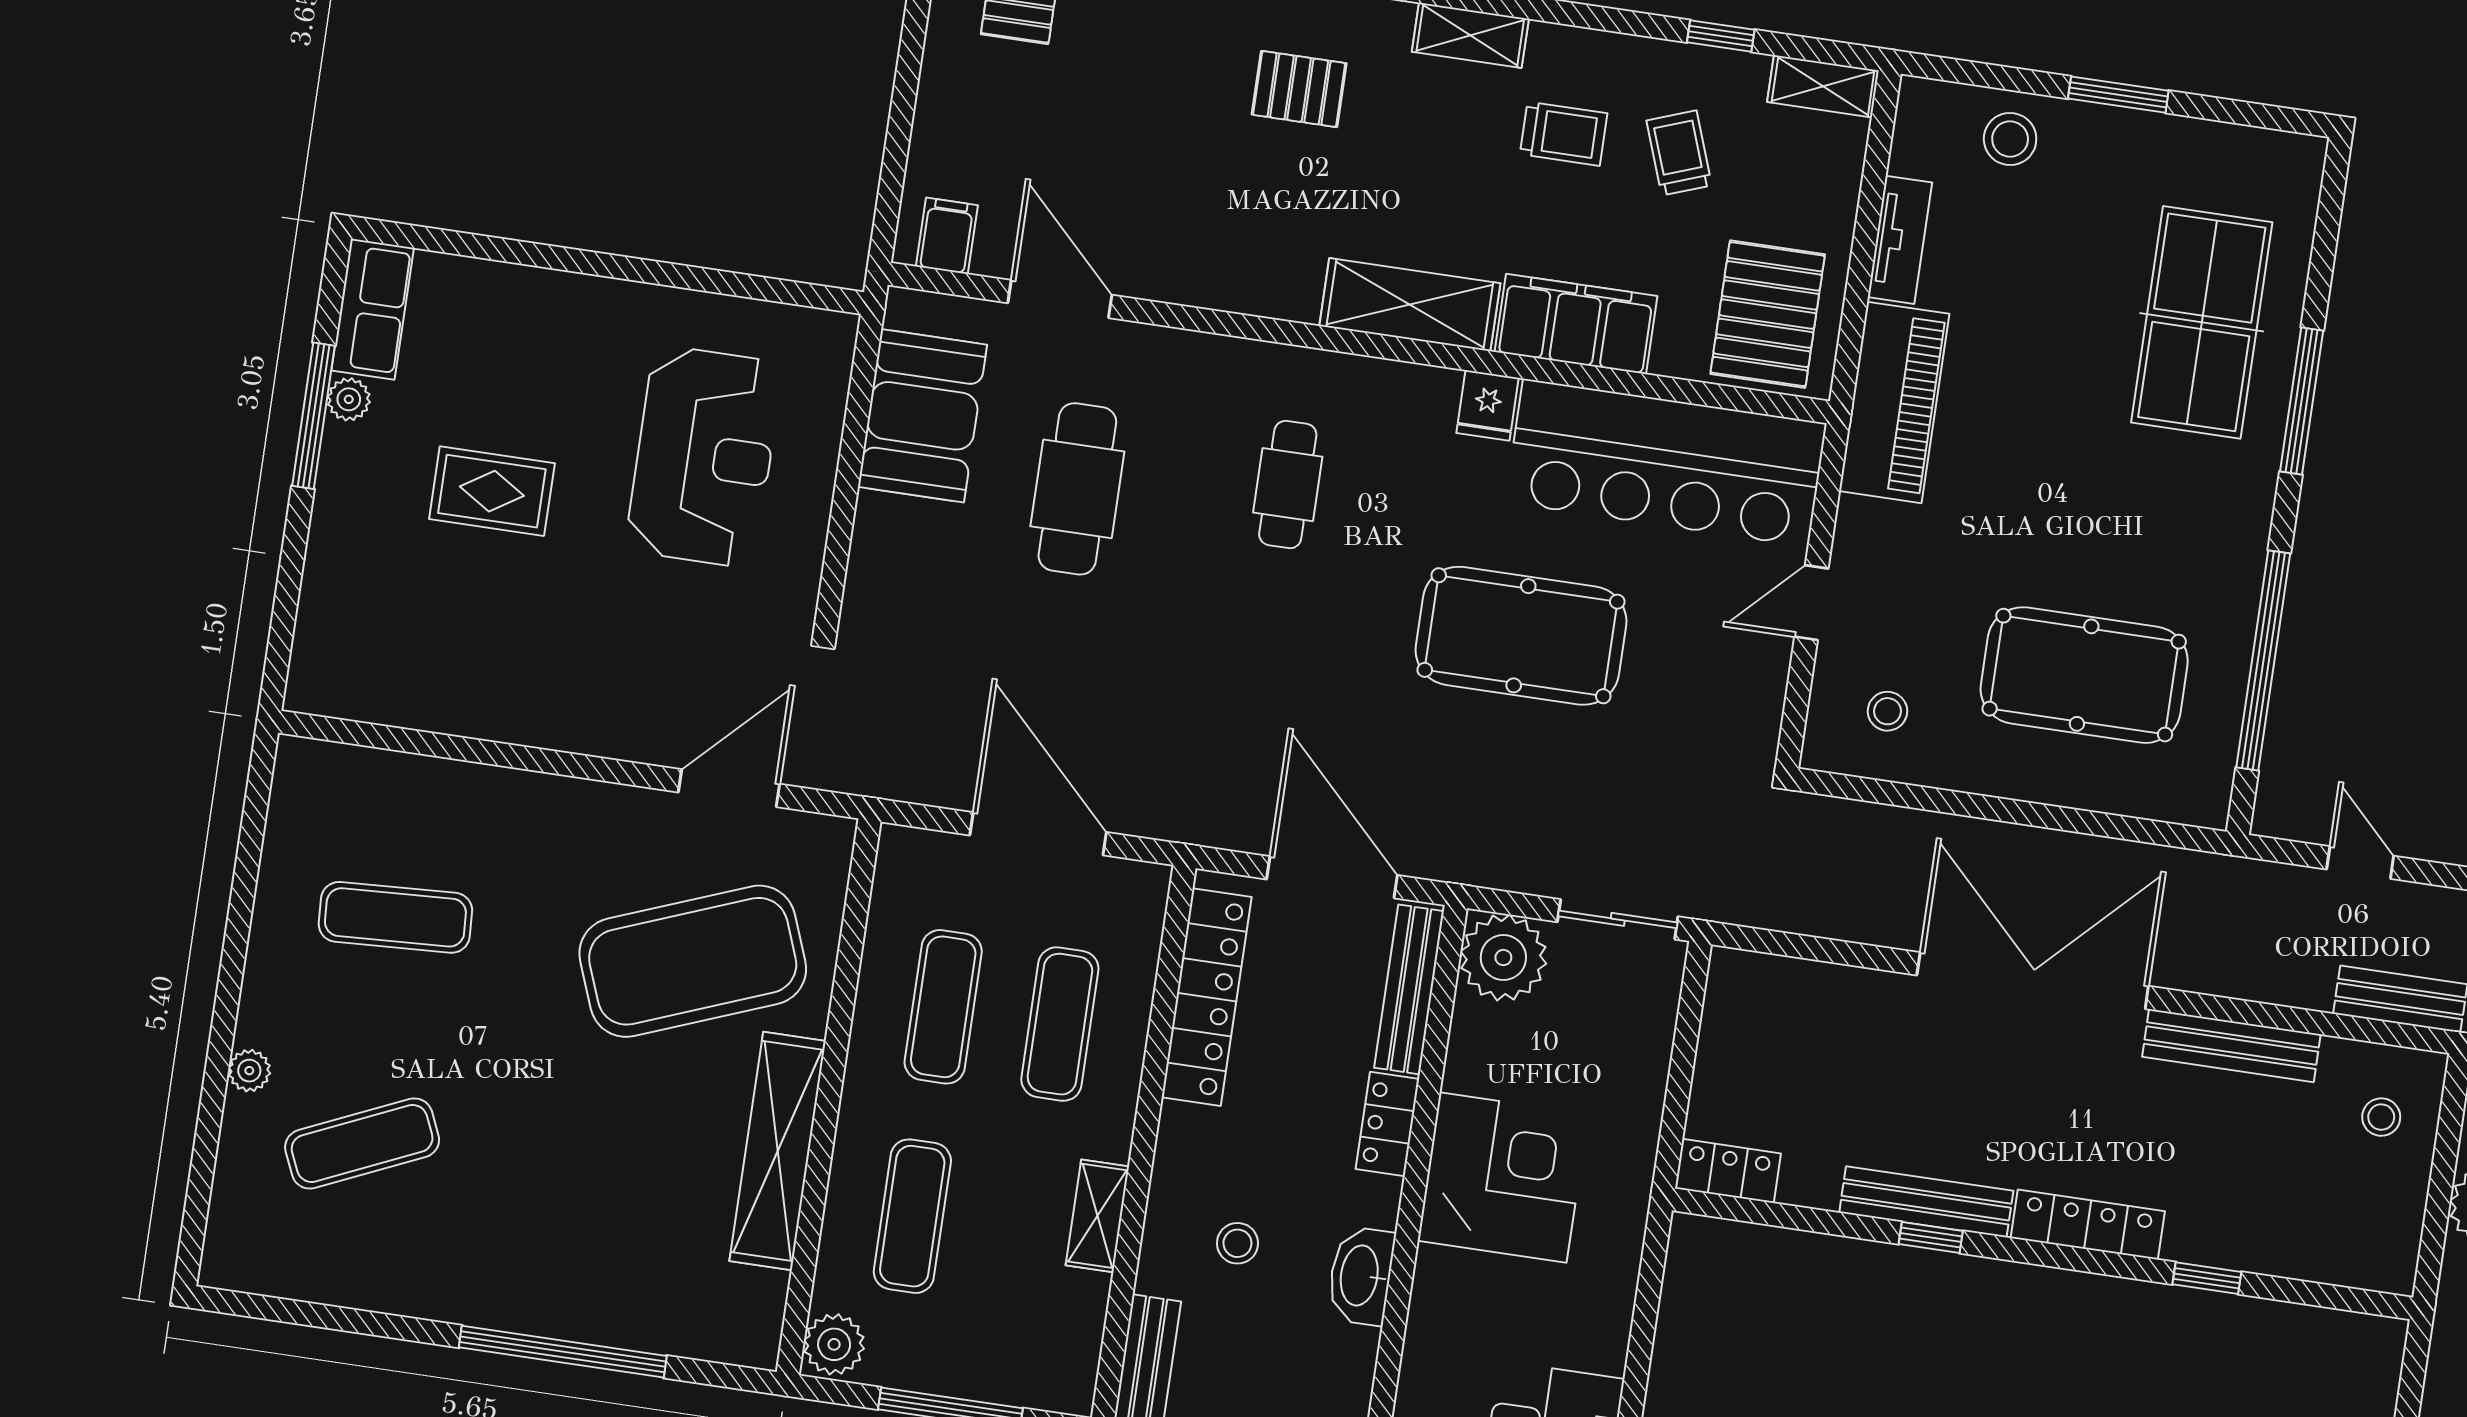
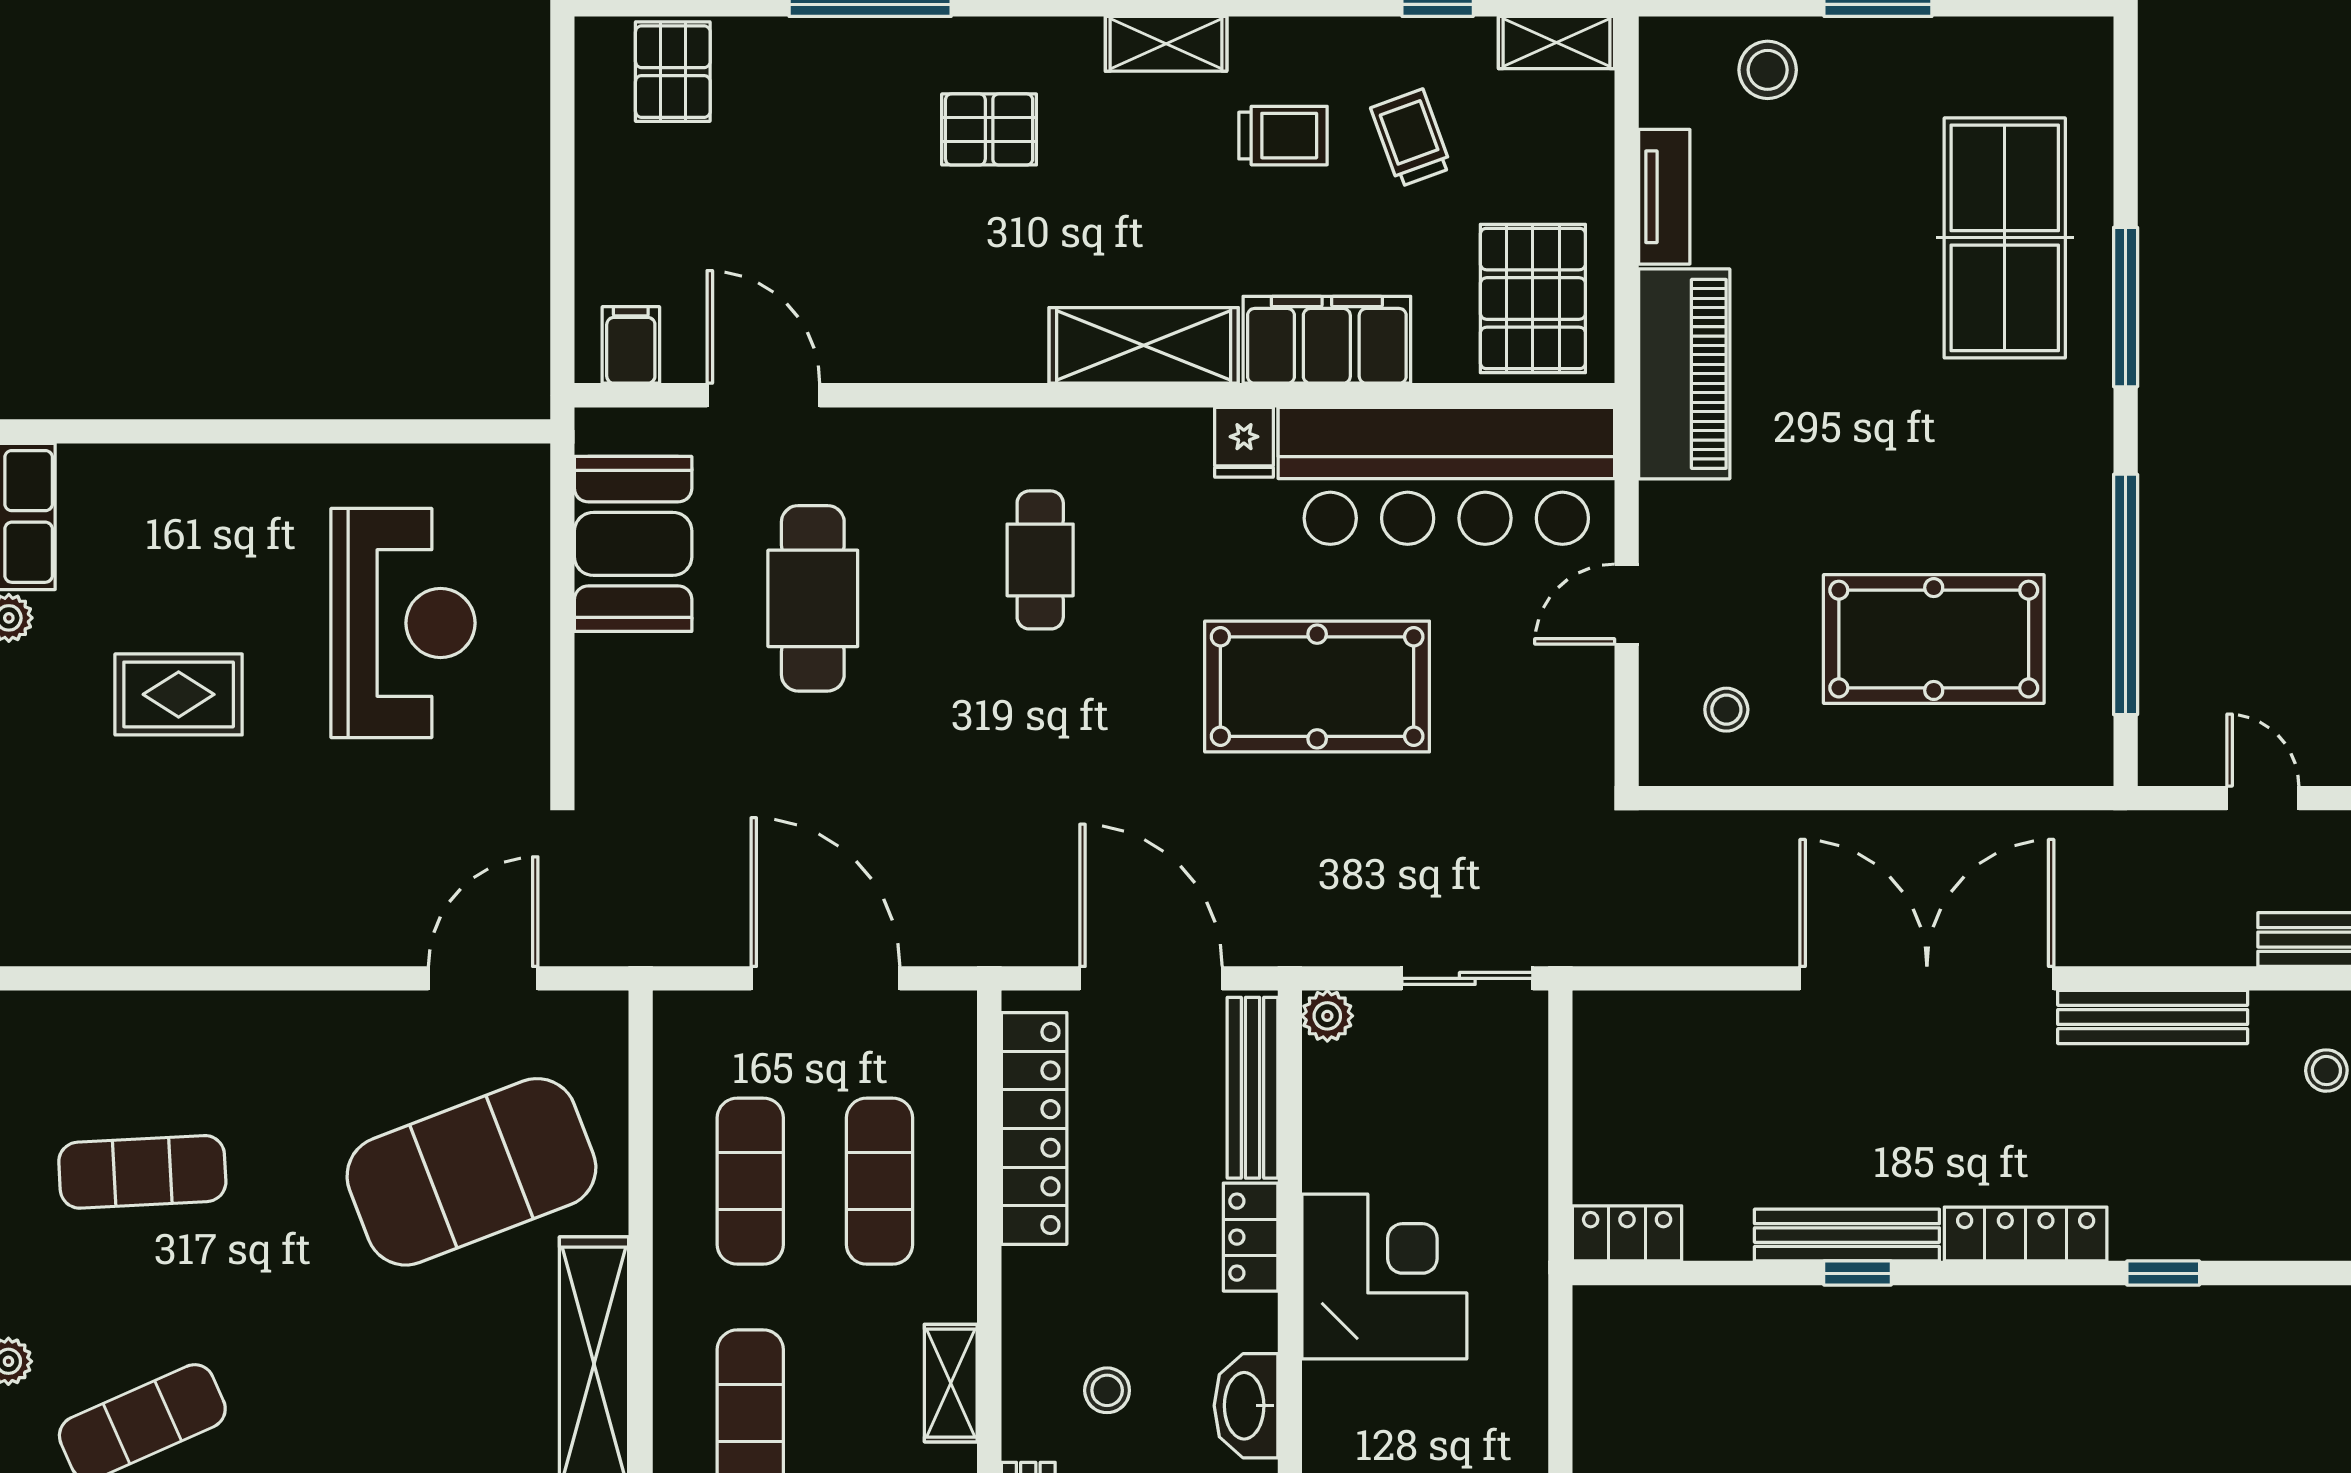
plant: (1503, 958) -> (1327, 1016), width x0.53, depth x0.53

